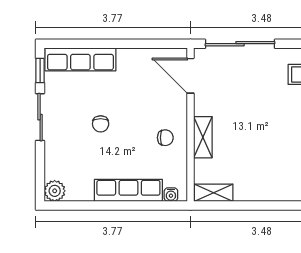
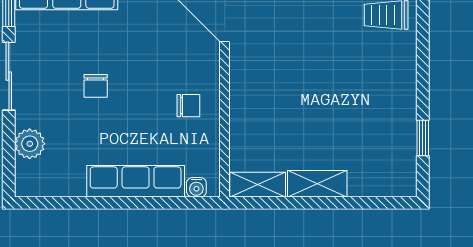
shelving: (203, 137) -> (317, 184), moved, turned 90
plant: (55, 191) -> (30, 144), moved

